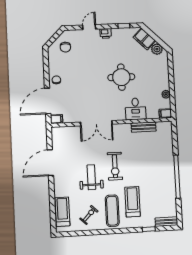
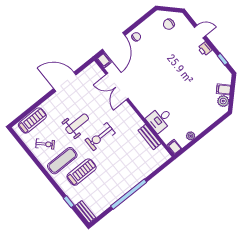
filing cabinet: (144, 39) -> (223, 89), width x0.50
round table: (121, 77) -> (178, 89), removed
door: (48, 101) -> (114, 42), swing flipped
double door: (96, 123) -> (117, 86), moved

